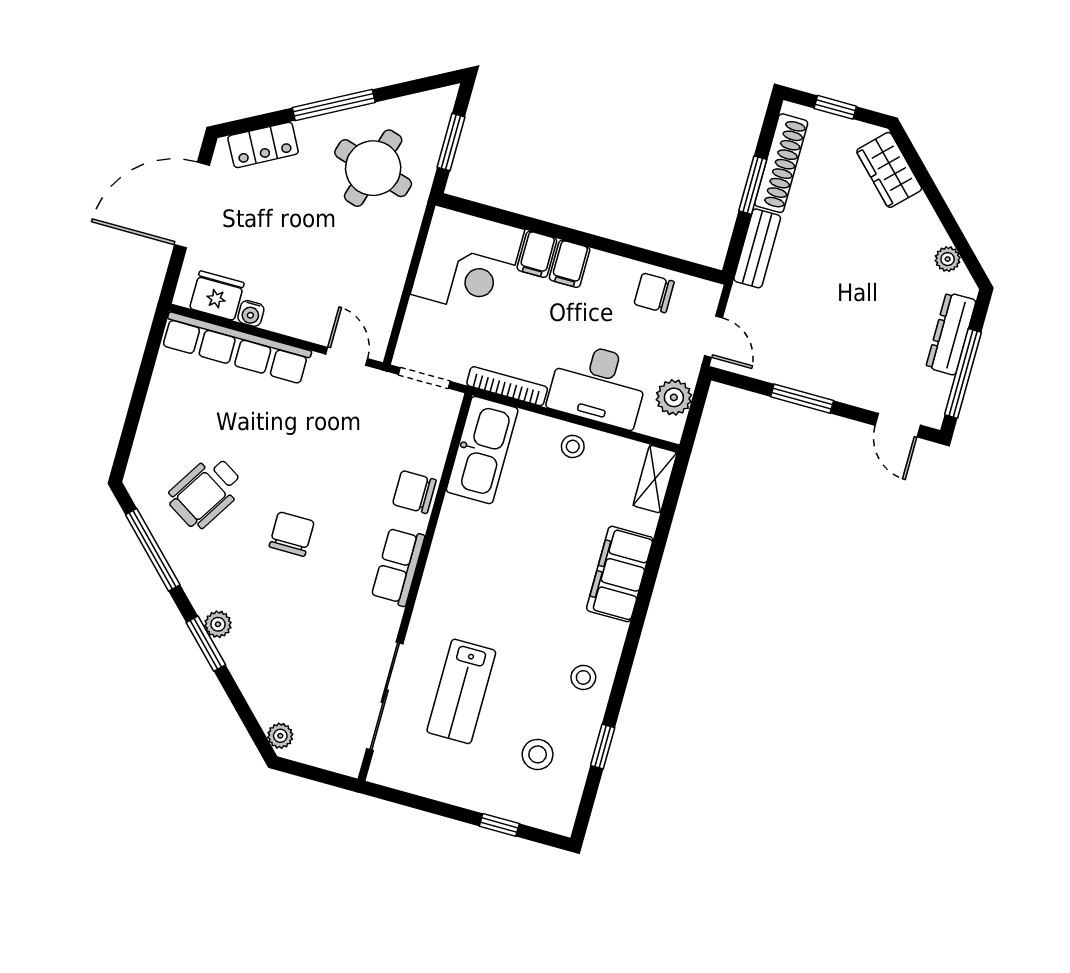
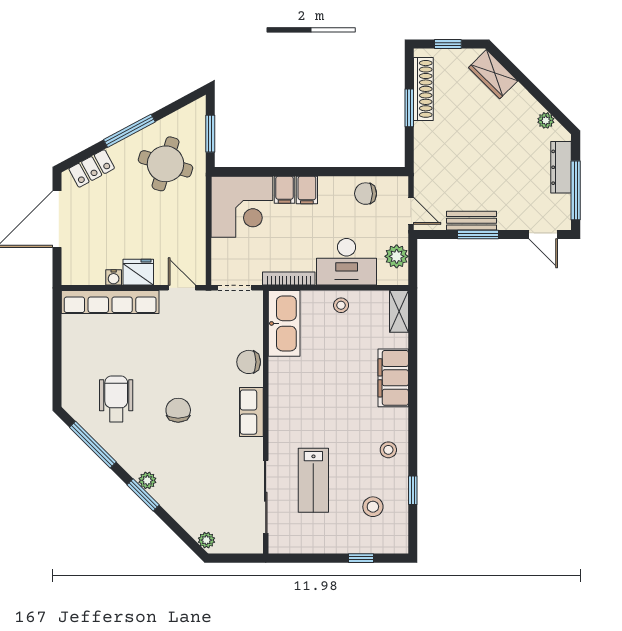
bench: (757, 248) -> (472, 221), moved, turned 90
fridge: (217, 296) -> (138, 272), moved
wheelchair: (205, 492) -> (116, 399), turned 148

